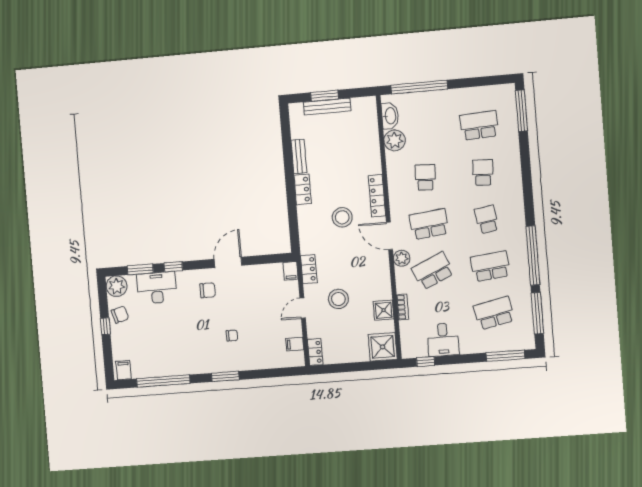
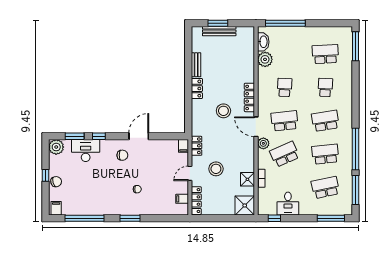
school desk: (487, 219) -> (325, 121), width x1.85
chair: (120, 315) -> (56, 182), moved
locker: (315, 352) -> (196, 201), width x1.53

